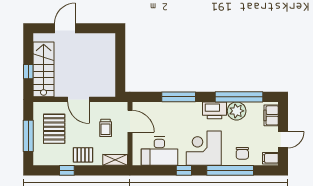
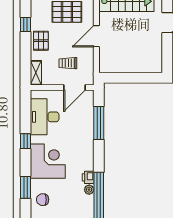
window: (179, 97) -> (99, 123), moved
printer: (215, 110) -> (88, 177), width x0.53, depth x0.68
plant: (237, 111) -> (89, 190), width x0.53, depth x0.53
window: (230, 170) -> (25, 187), width x0.47

